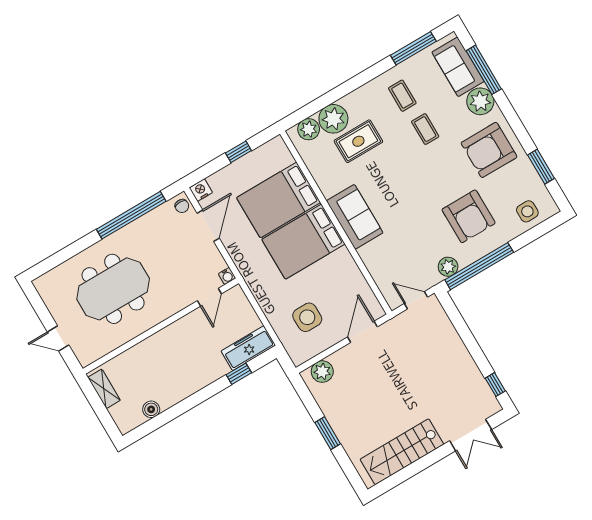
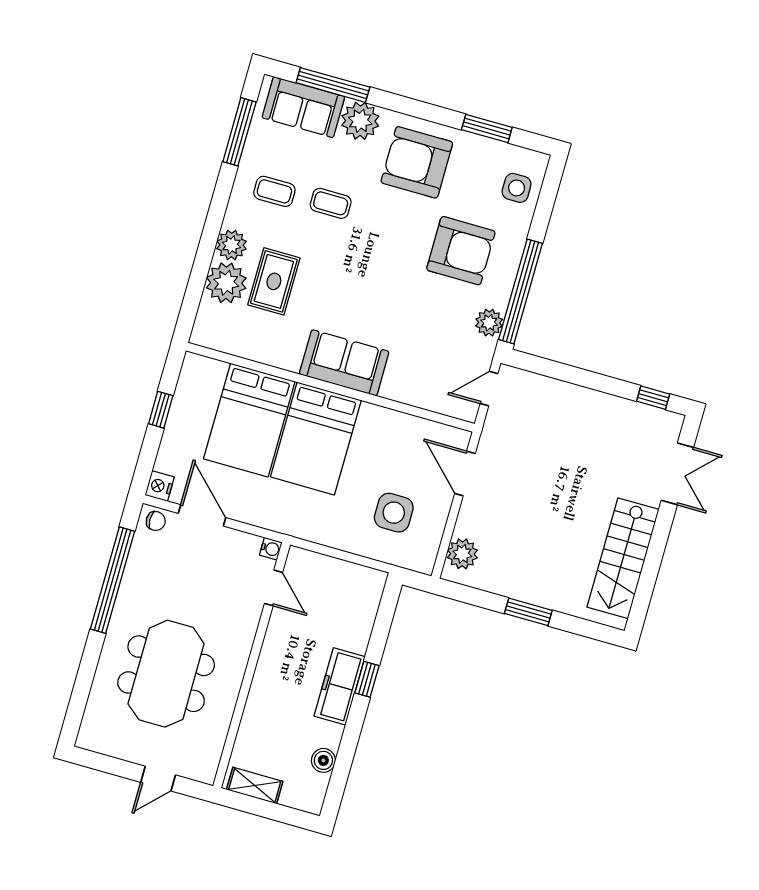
plant: (309, 129) -> (231, 245), moved
armchair: (489, 150) -> (417, 162), turned 90
freezer: (248, 348) -> (340, 686), moved
window: (239, 374) -> (367, 679), moved

